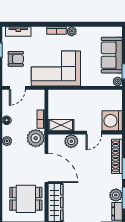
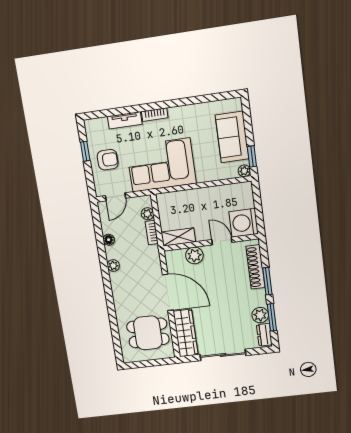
tv unit: (18, 31) -> (125, 120), moved
plant: (72, 31) -> (175, 113), removed
door: (94, 133) -> (222, 241), swing flipped
plant: (36, 138) -> (147, 214), moved, width x0.53, depth x0.53

